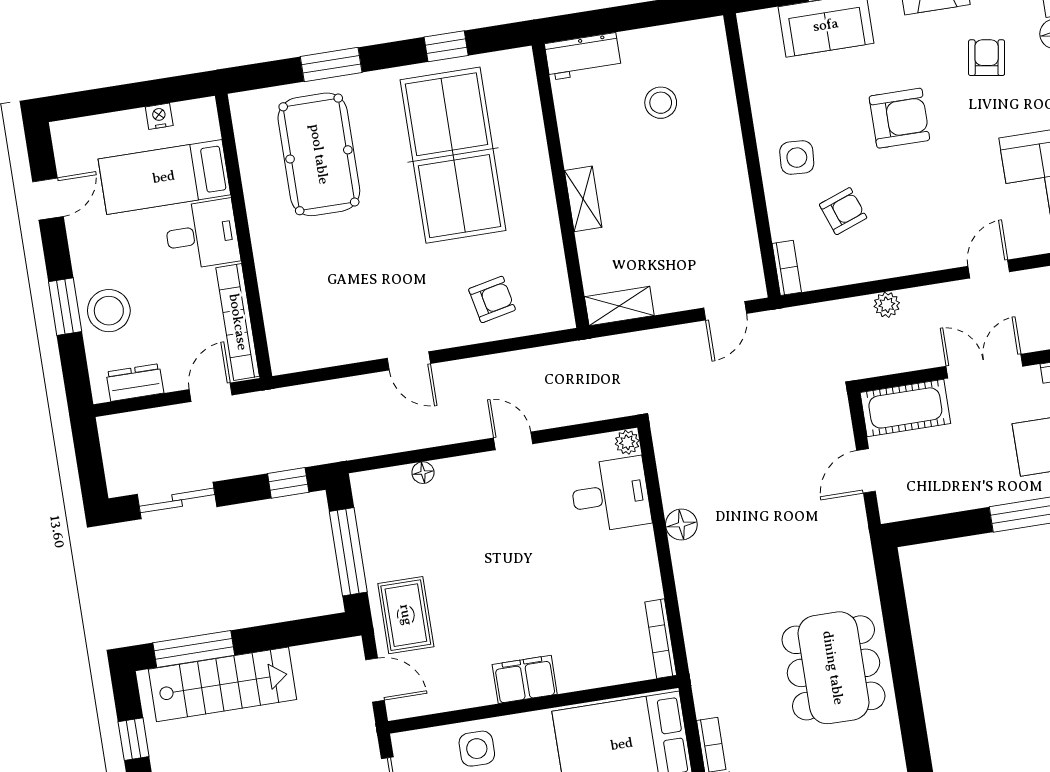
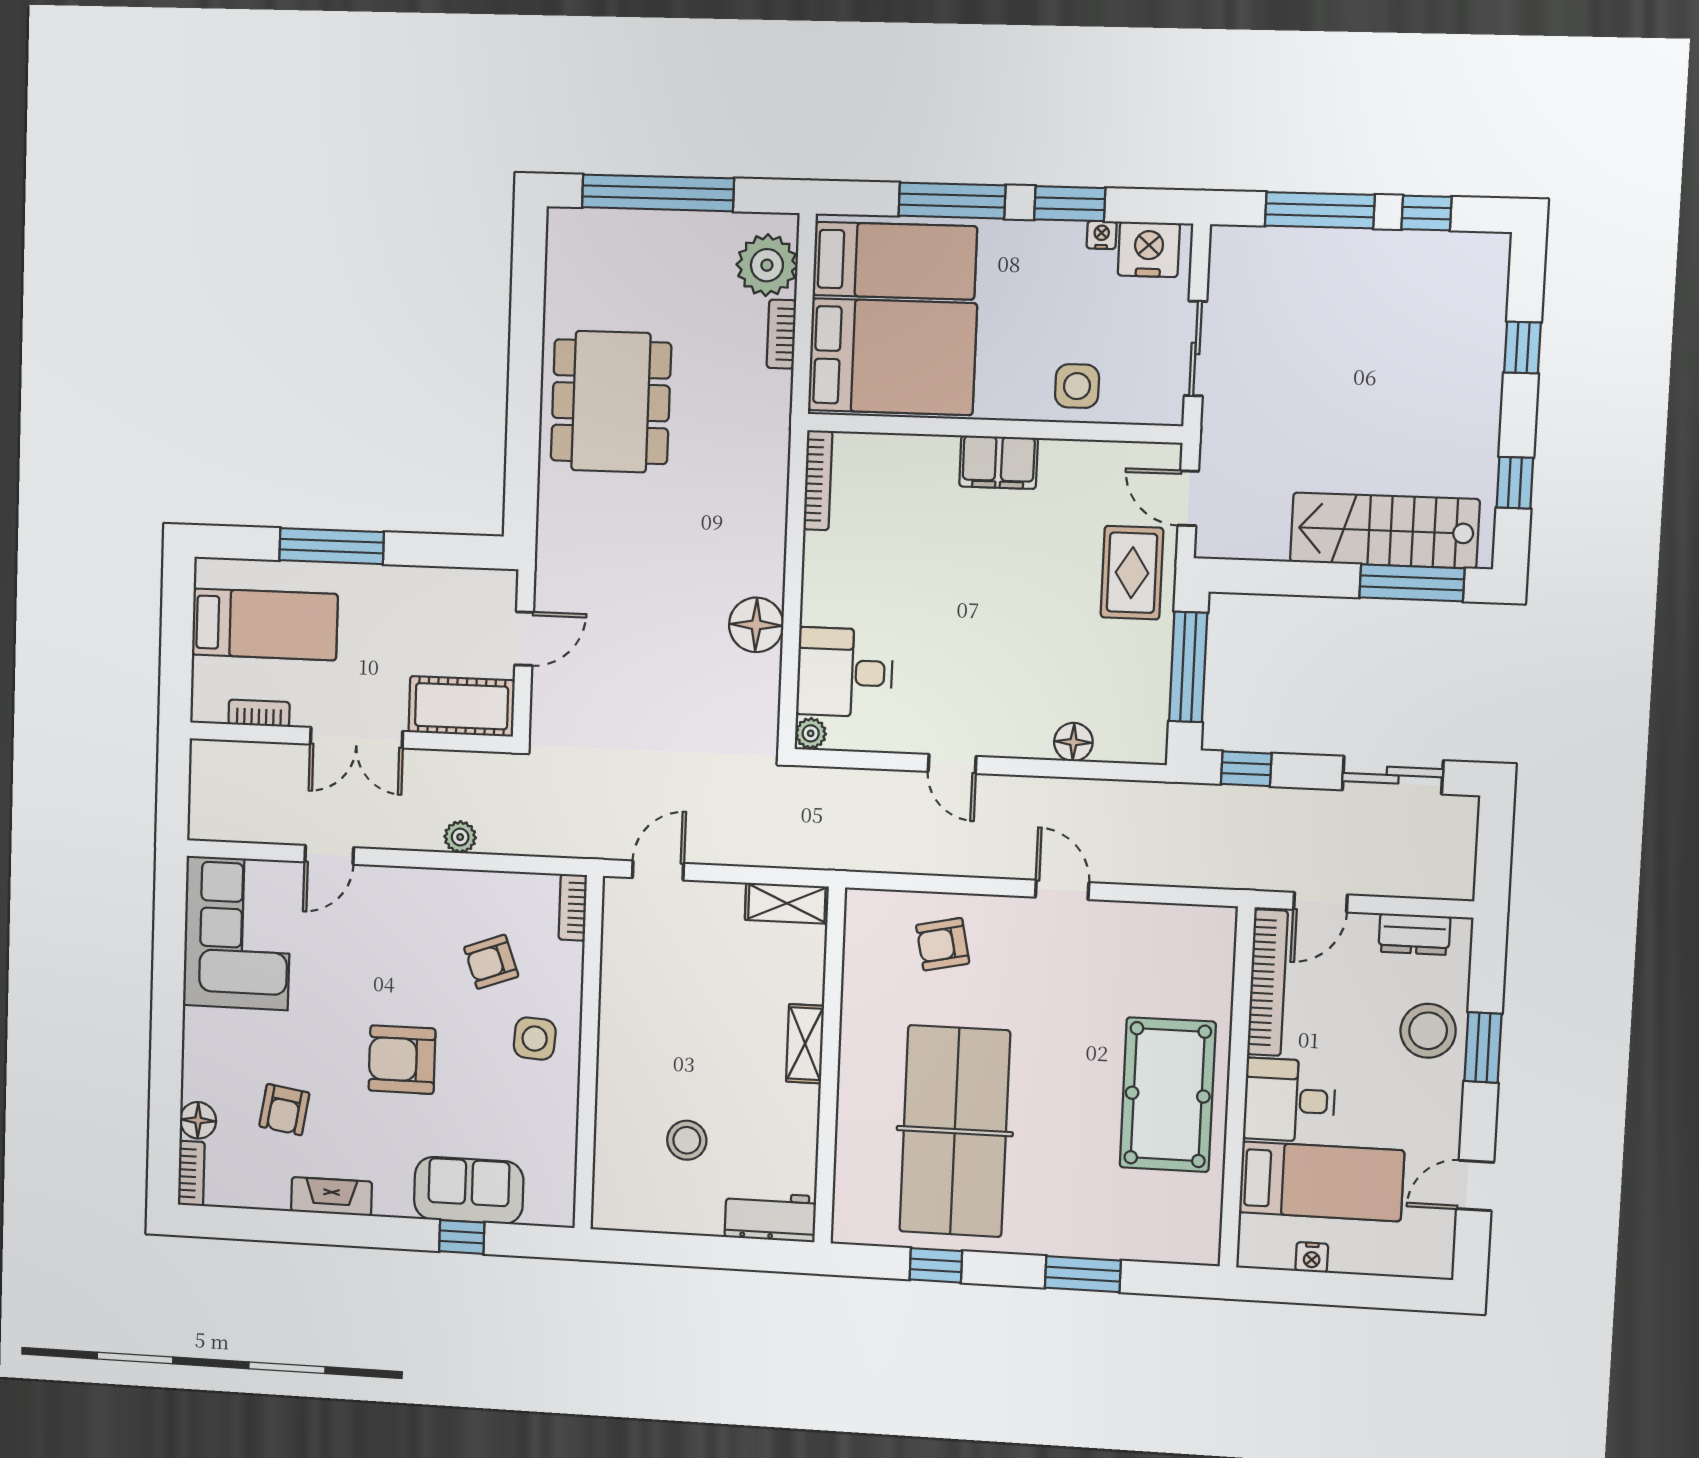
pool table: (319, 154) -> (1168, 1095), moved
floor lamp: (423, 473) -> (1073, 742), width x1.37, depth x1.37
floor lamp: (681, 525) -> (756, 625), width x1.38, depth x1.38

